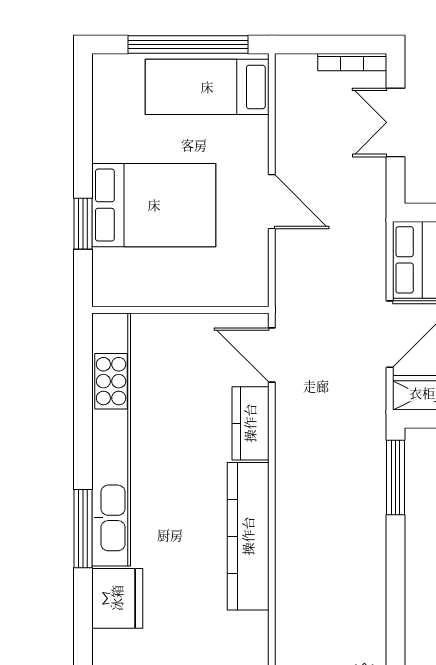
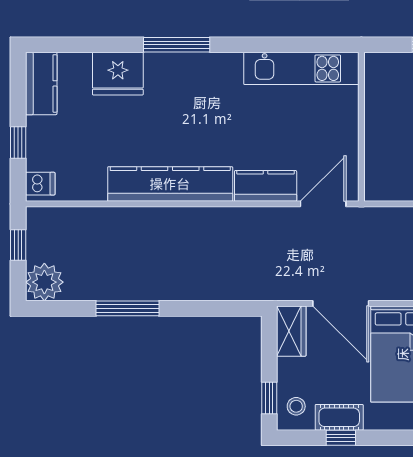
kitchen unit: (111, 439) -> (301, 68), width x0.54
window: (396, 477) -> (127, 308), moved

